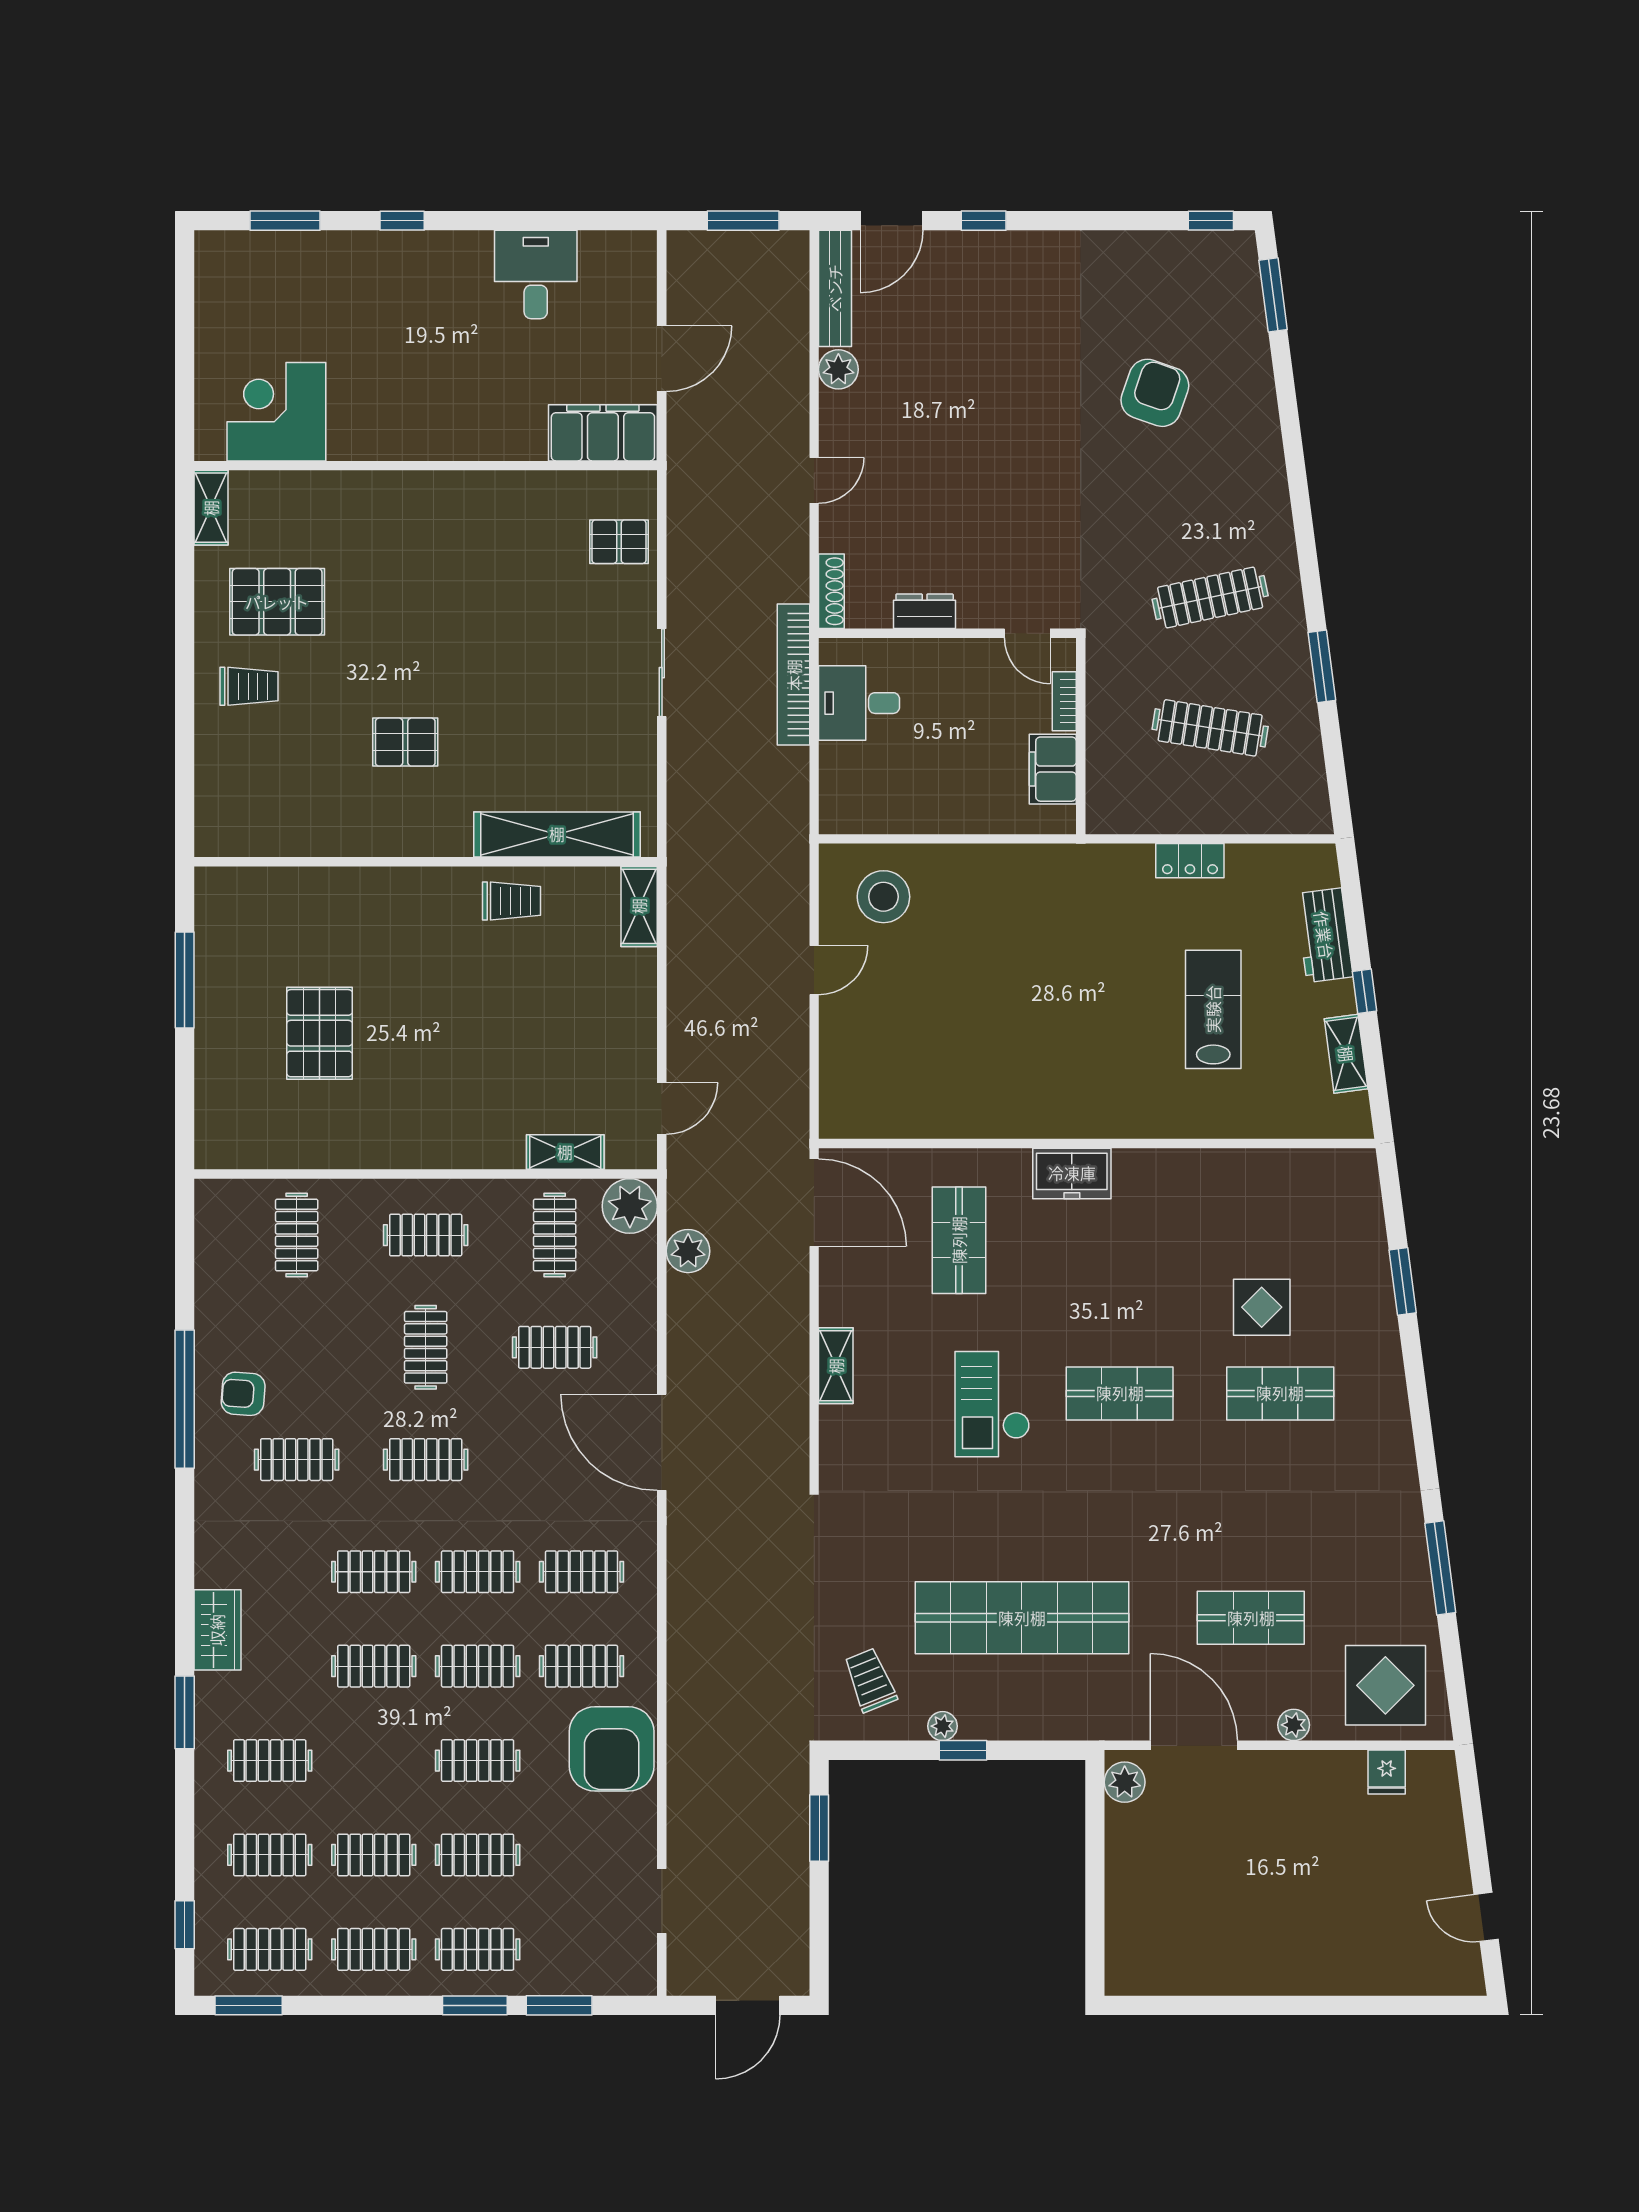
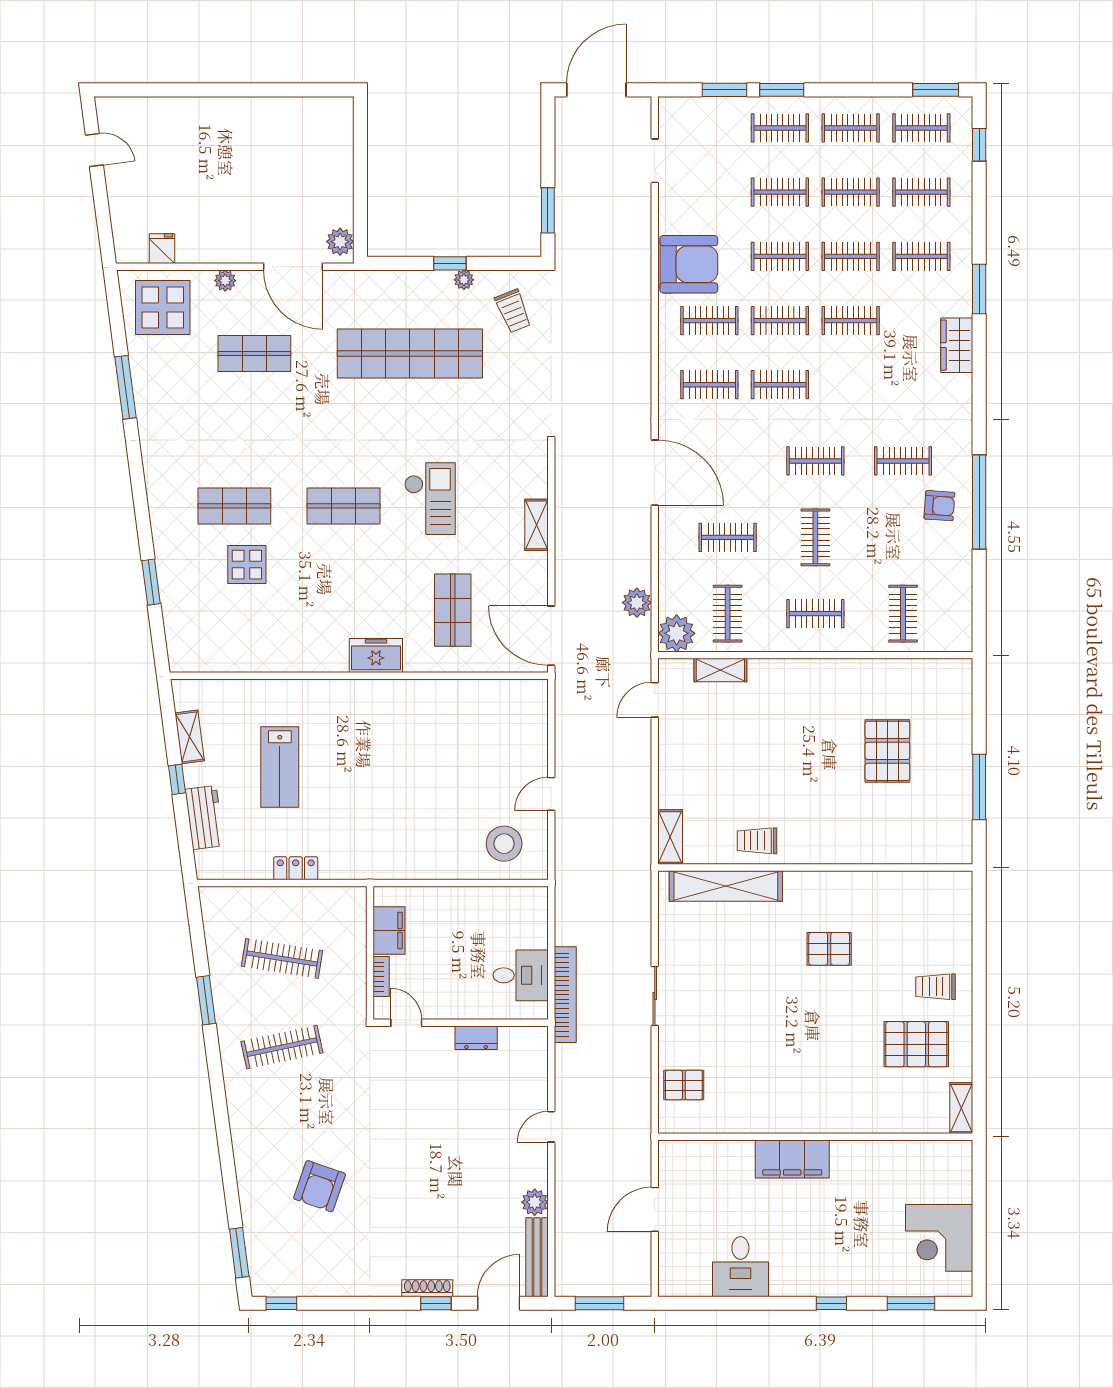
corner desk: (276, 412) -> (939, 1238), moved, turned 90
filing cabinet: (603, 433) -> (792, 1159), moved
shoe rack: (831, 591) -> (427, 1288), moved, turned 90
clothes rail: (374, 1572) -> (851, 256), moved
armchair: (612, 1749) -> (689, 264), turned 90
door: (748, 2005) -> (596, 90), width x1.36

